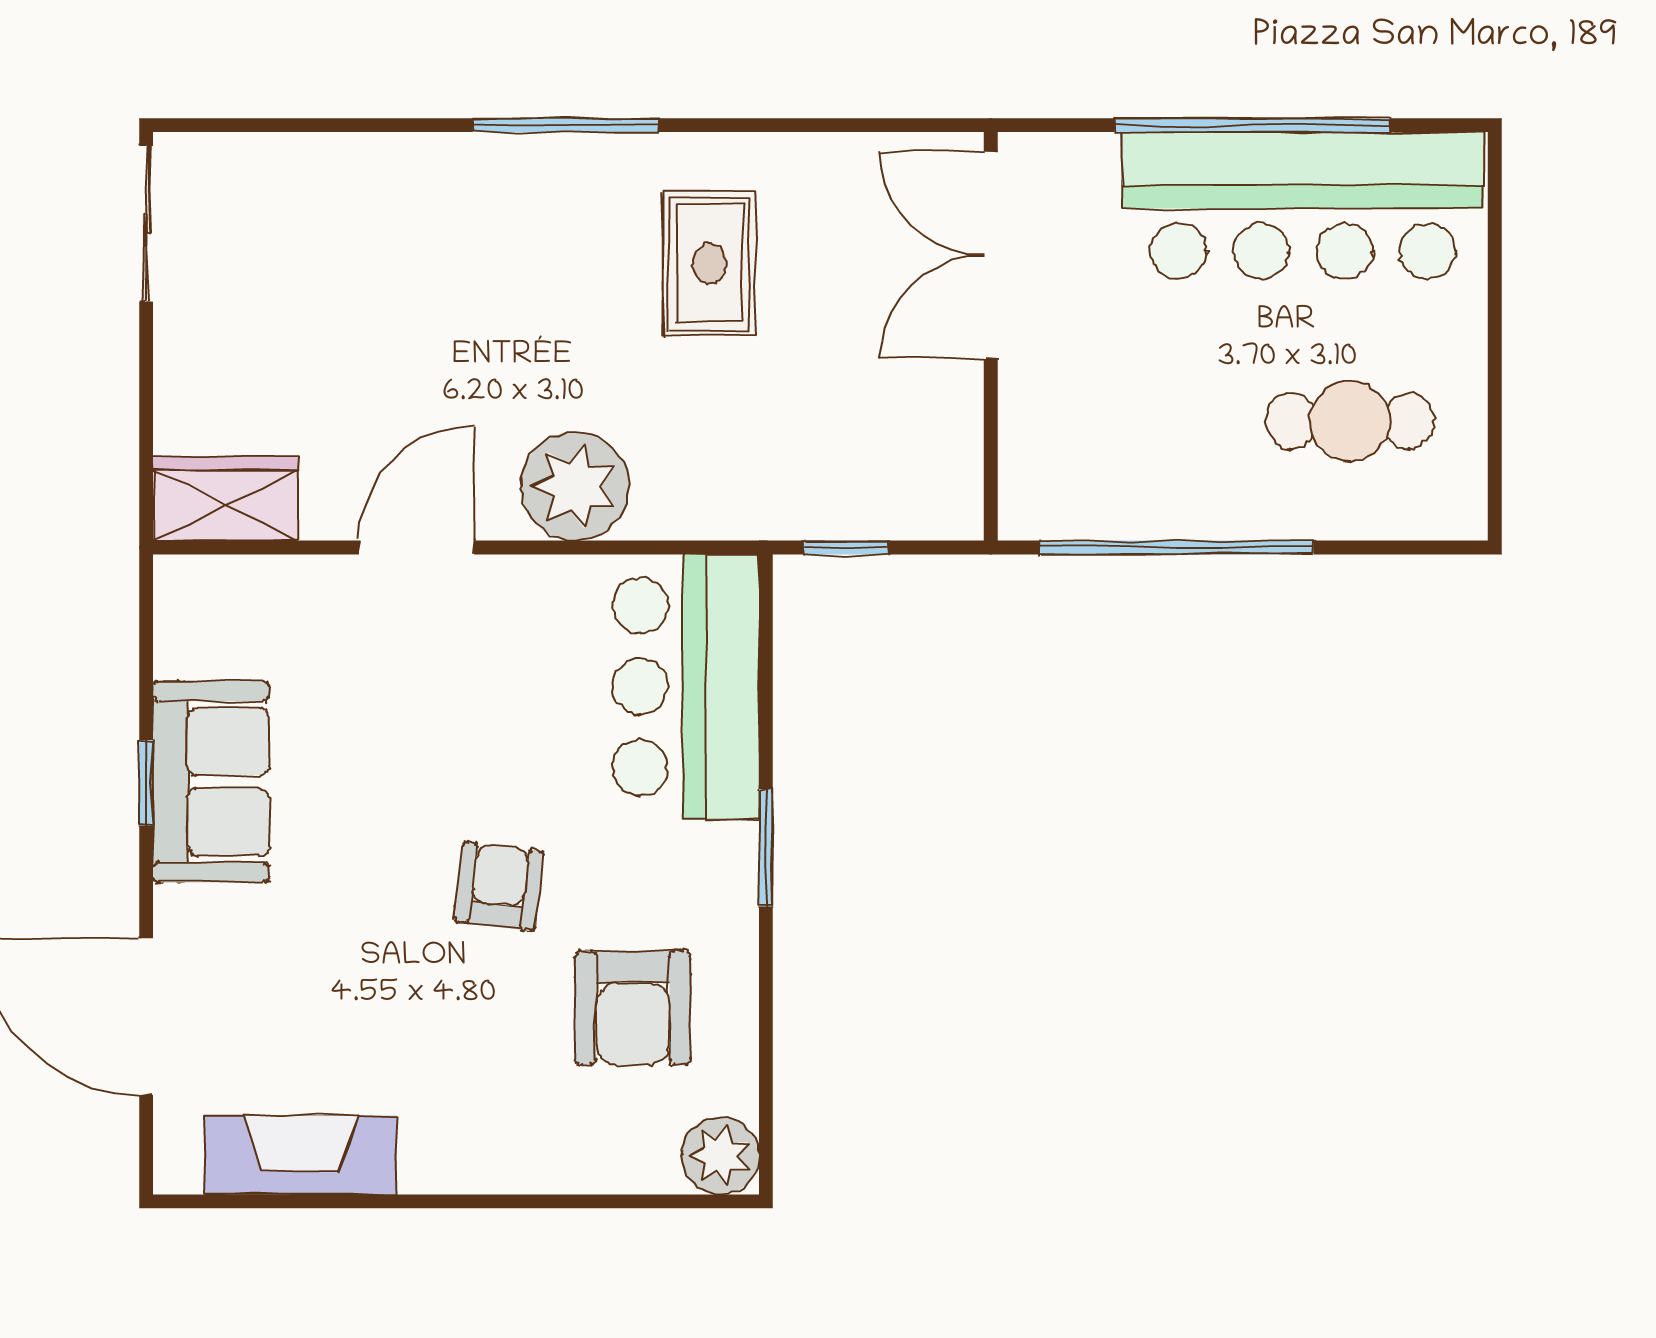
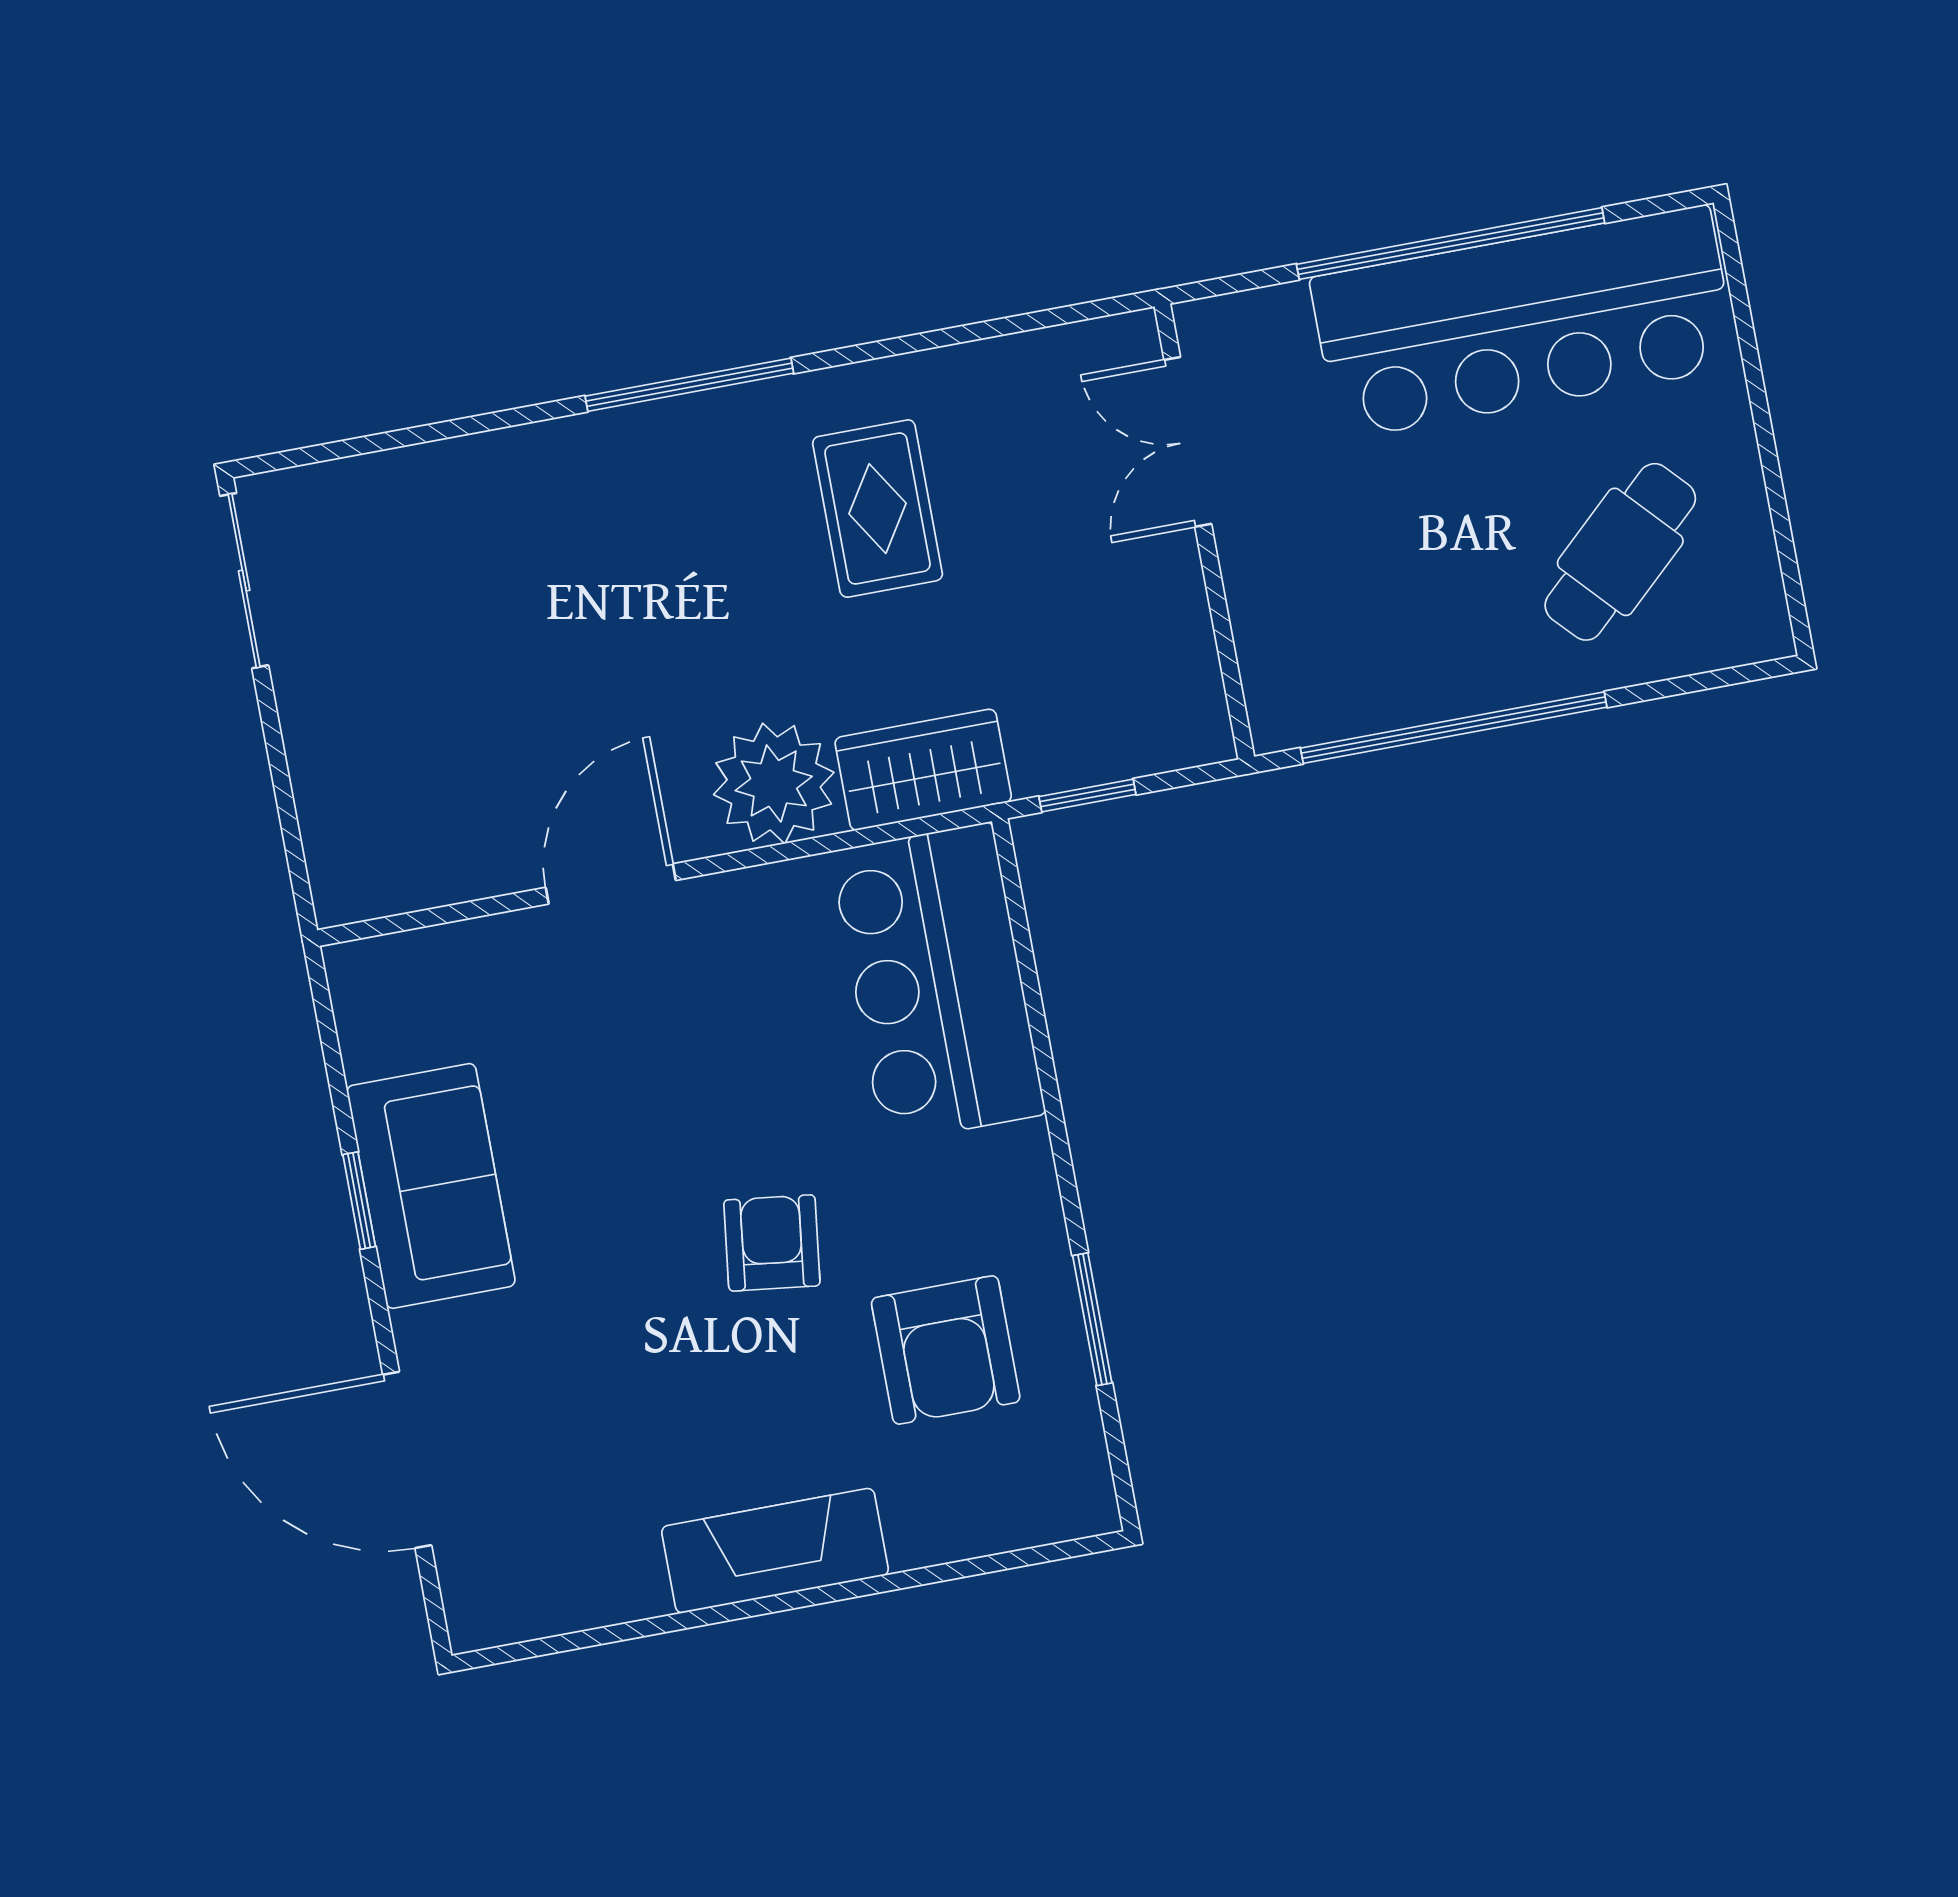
double door: (991, 255) -> (1188, 442), width x0.73
cafe table: (1350, 421) -> (1620, 552), turned -43
wardrobe: (226, 499) -> (923, 770), moved
window: (766, 848) -> (1092, 1319), moved
fireplace: (301, 1155) -> (775, 1551), moved
plant: (720, 1156) -> (1073, 1496), removed

